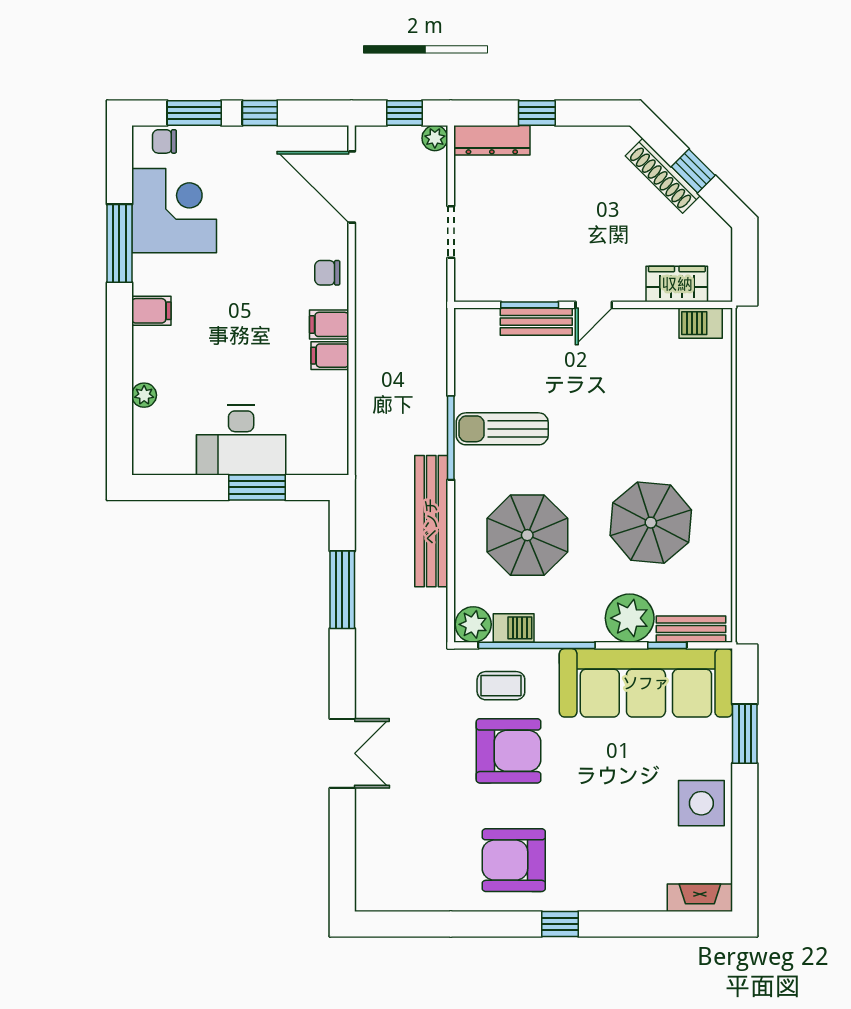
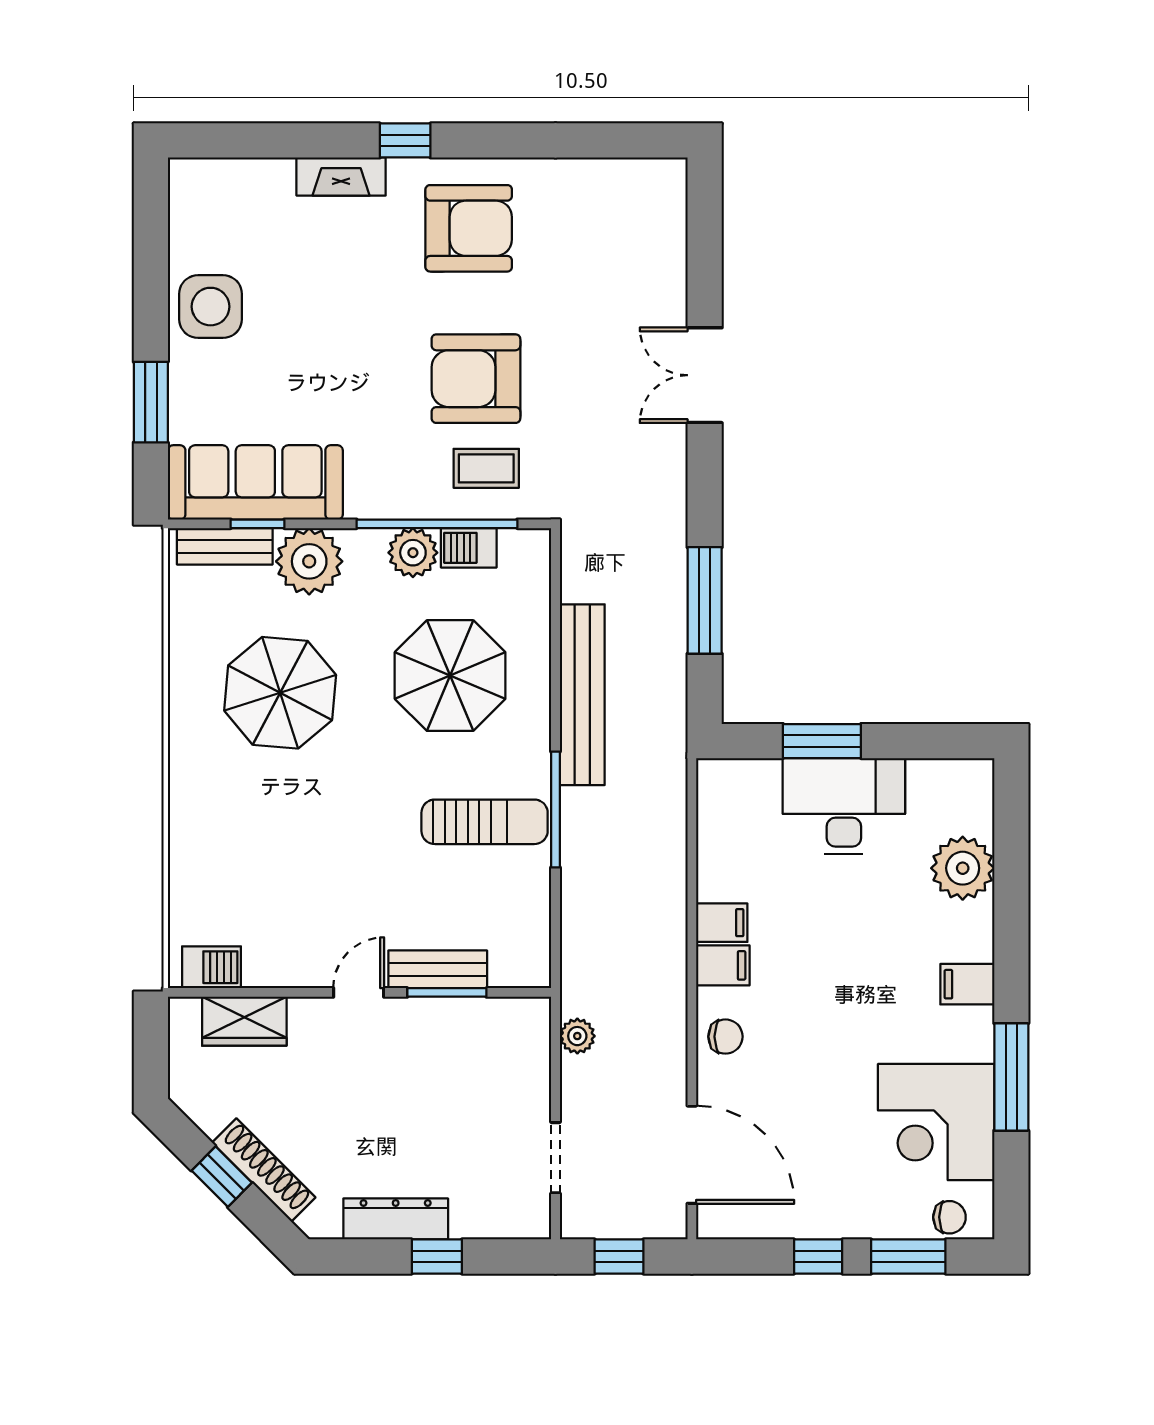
plant: (435, 138) -> (577, 1036), moved
dresser: (492, 140) -> (396, 1219), moved
doorway: (451, 232) -> (556, 1158), moved
plant: (144, 395) -> (963, 868), width x1.88, depth x1.88
plant: (473, 624) -> (413, 553), moved
sofa: (646, 683) -> (255, 482), width x0.74, depth x0.79
fireplace: (700, 898) -> (341, 177), moved

